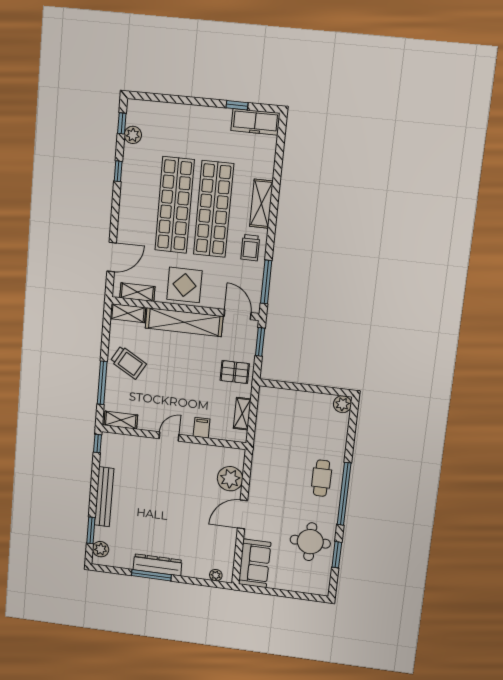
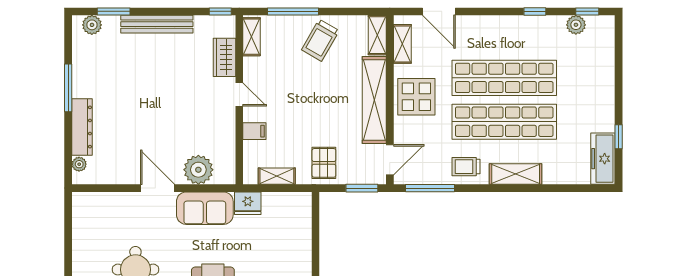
fridge: (263, 441) -> (248, 203), added
wardrobe: (136, 445) -> (224, 57), added
sofa: (255, 563) -> (205, 208), moved
dresser: (158, 565) -> (82, 127), moved

